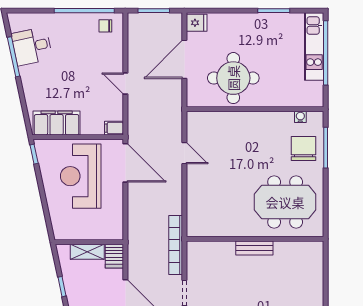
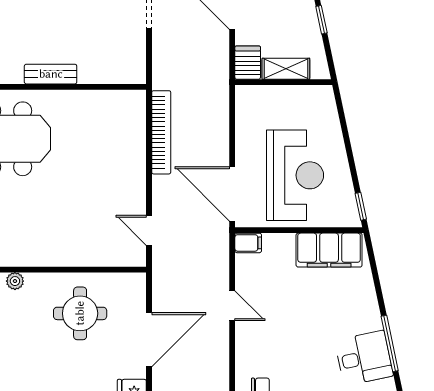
round table: (233, 78) -> (80, 313), width x0.73, depth x0.73
plant: (280, 101) -> (15, 281), added
door: (184, 153) -> (149, 230), moved
bookcase: (176, 245) -> (161, 132), moved

